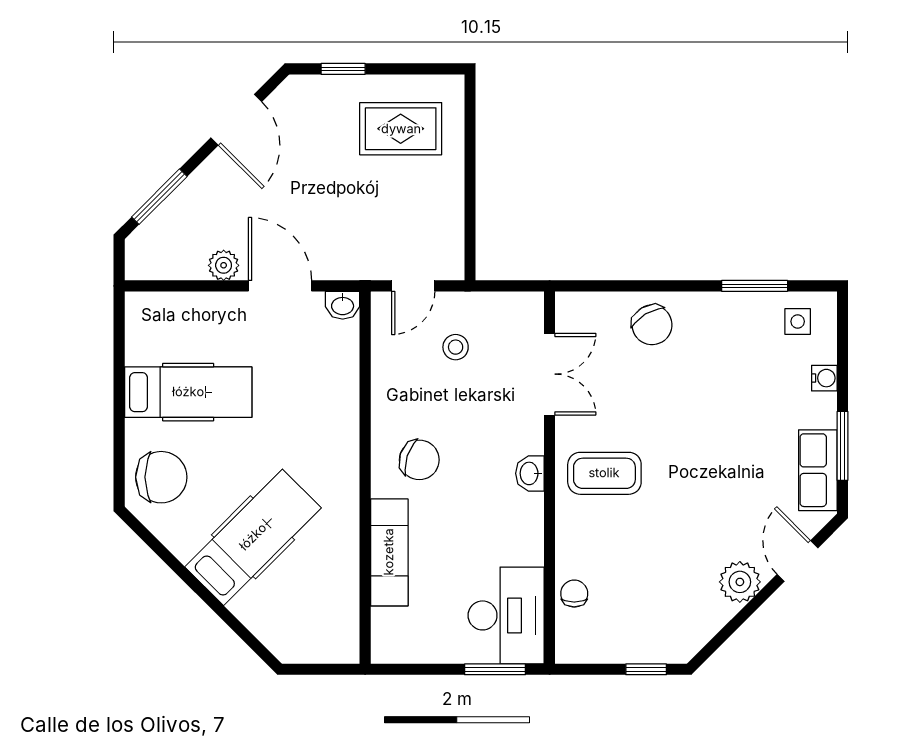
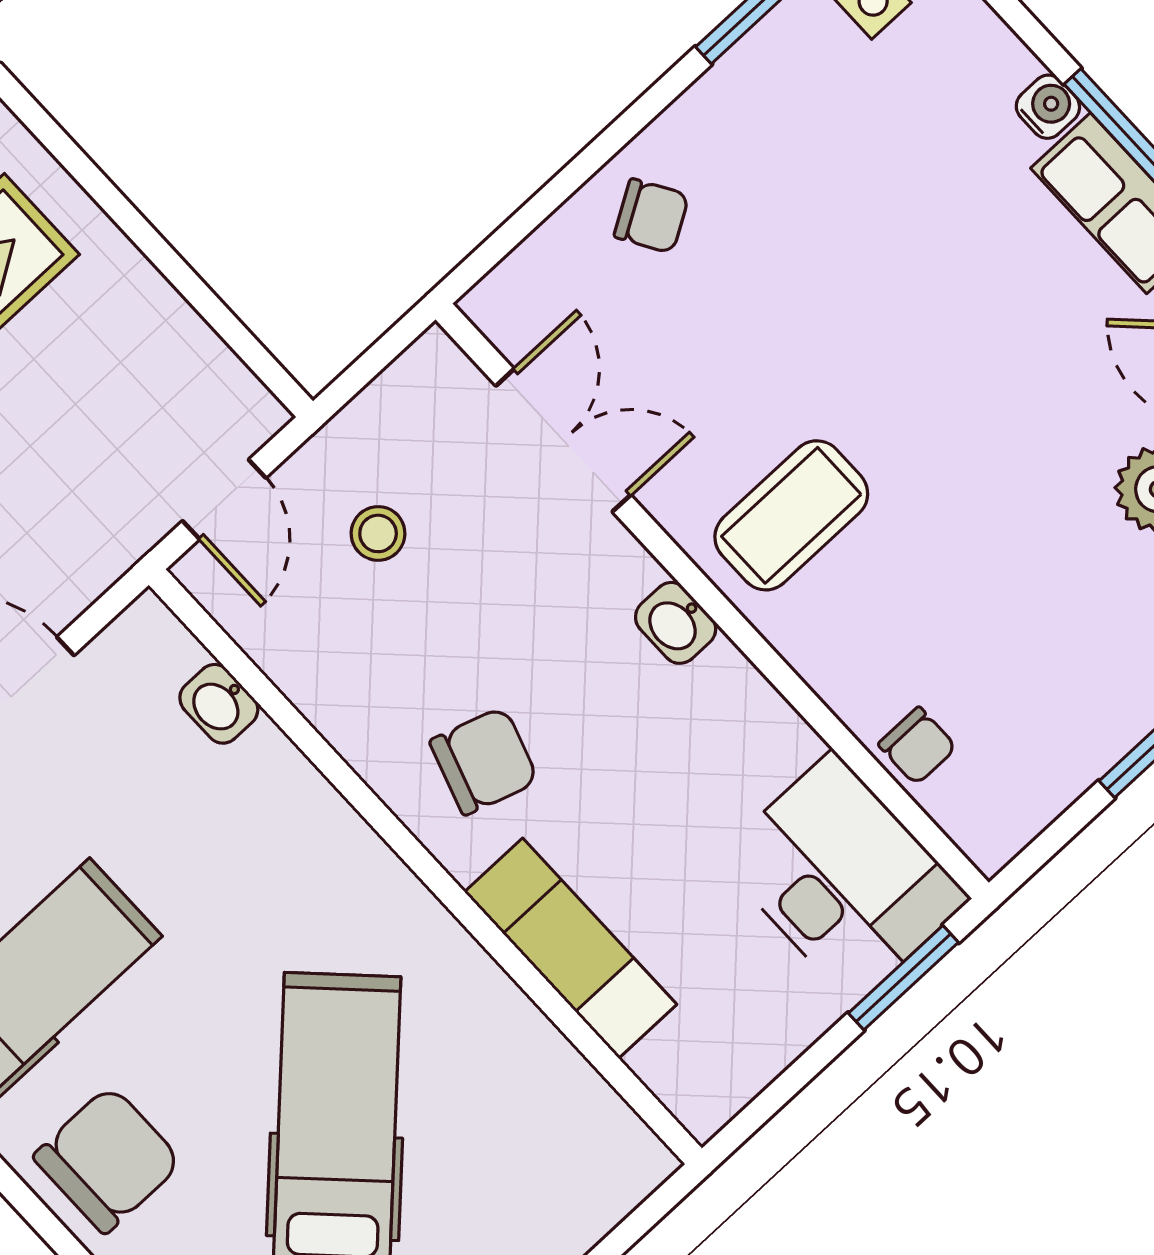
washbasin: (343, 305) -> (219, 704), moved, turned 90
chair: (652, 325) -> (651, 216), width x0.73, depth x0.73
water cooler: (824, 378) -> (1048, 107), moved
chair: (574, 594) -> (917, 746), turned 180

